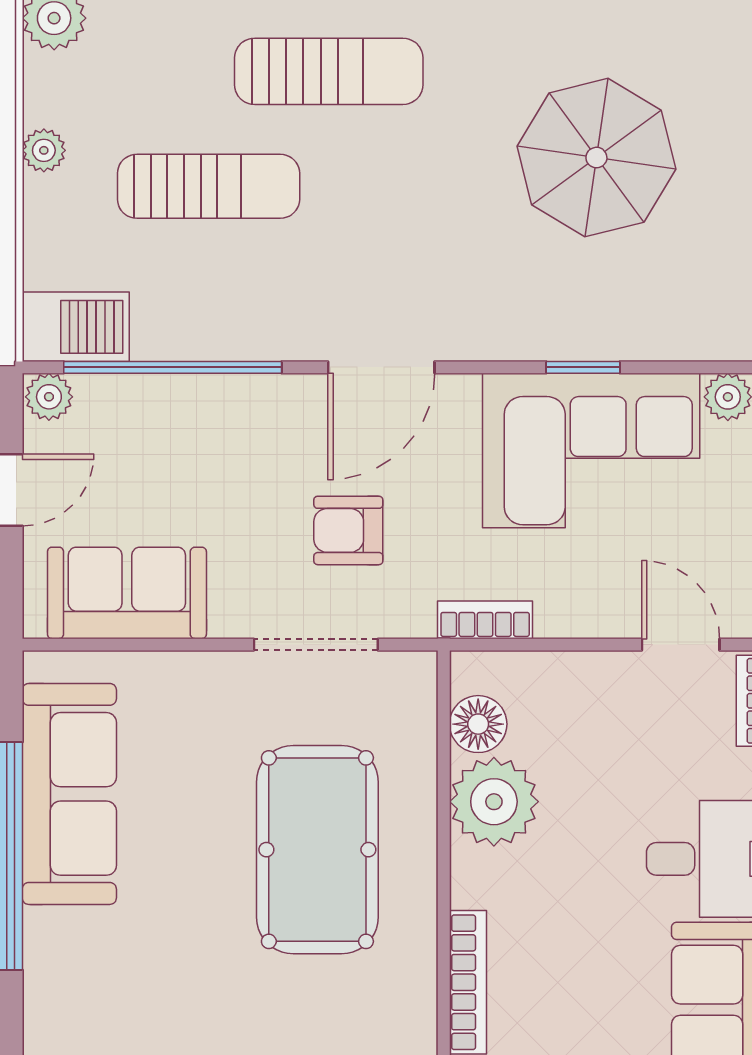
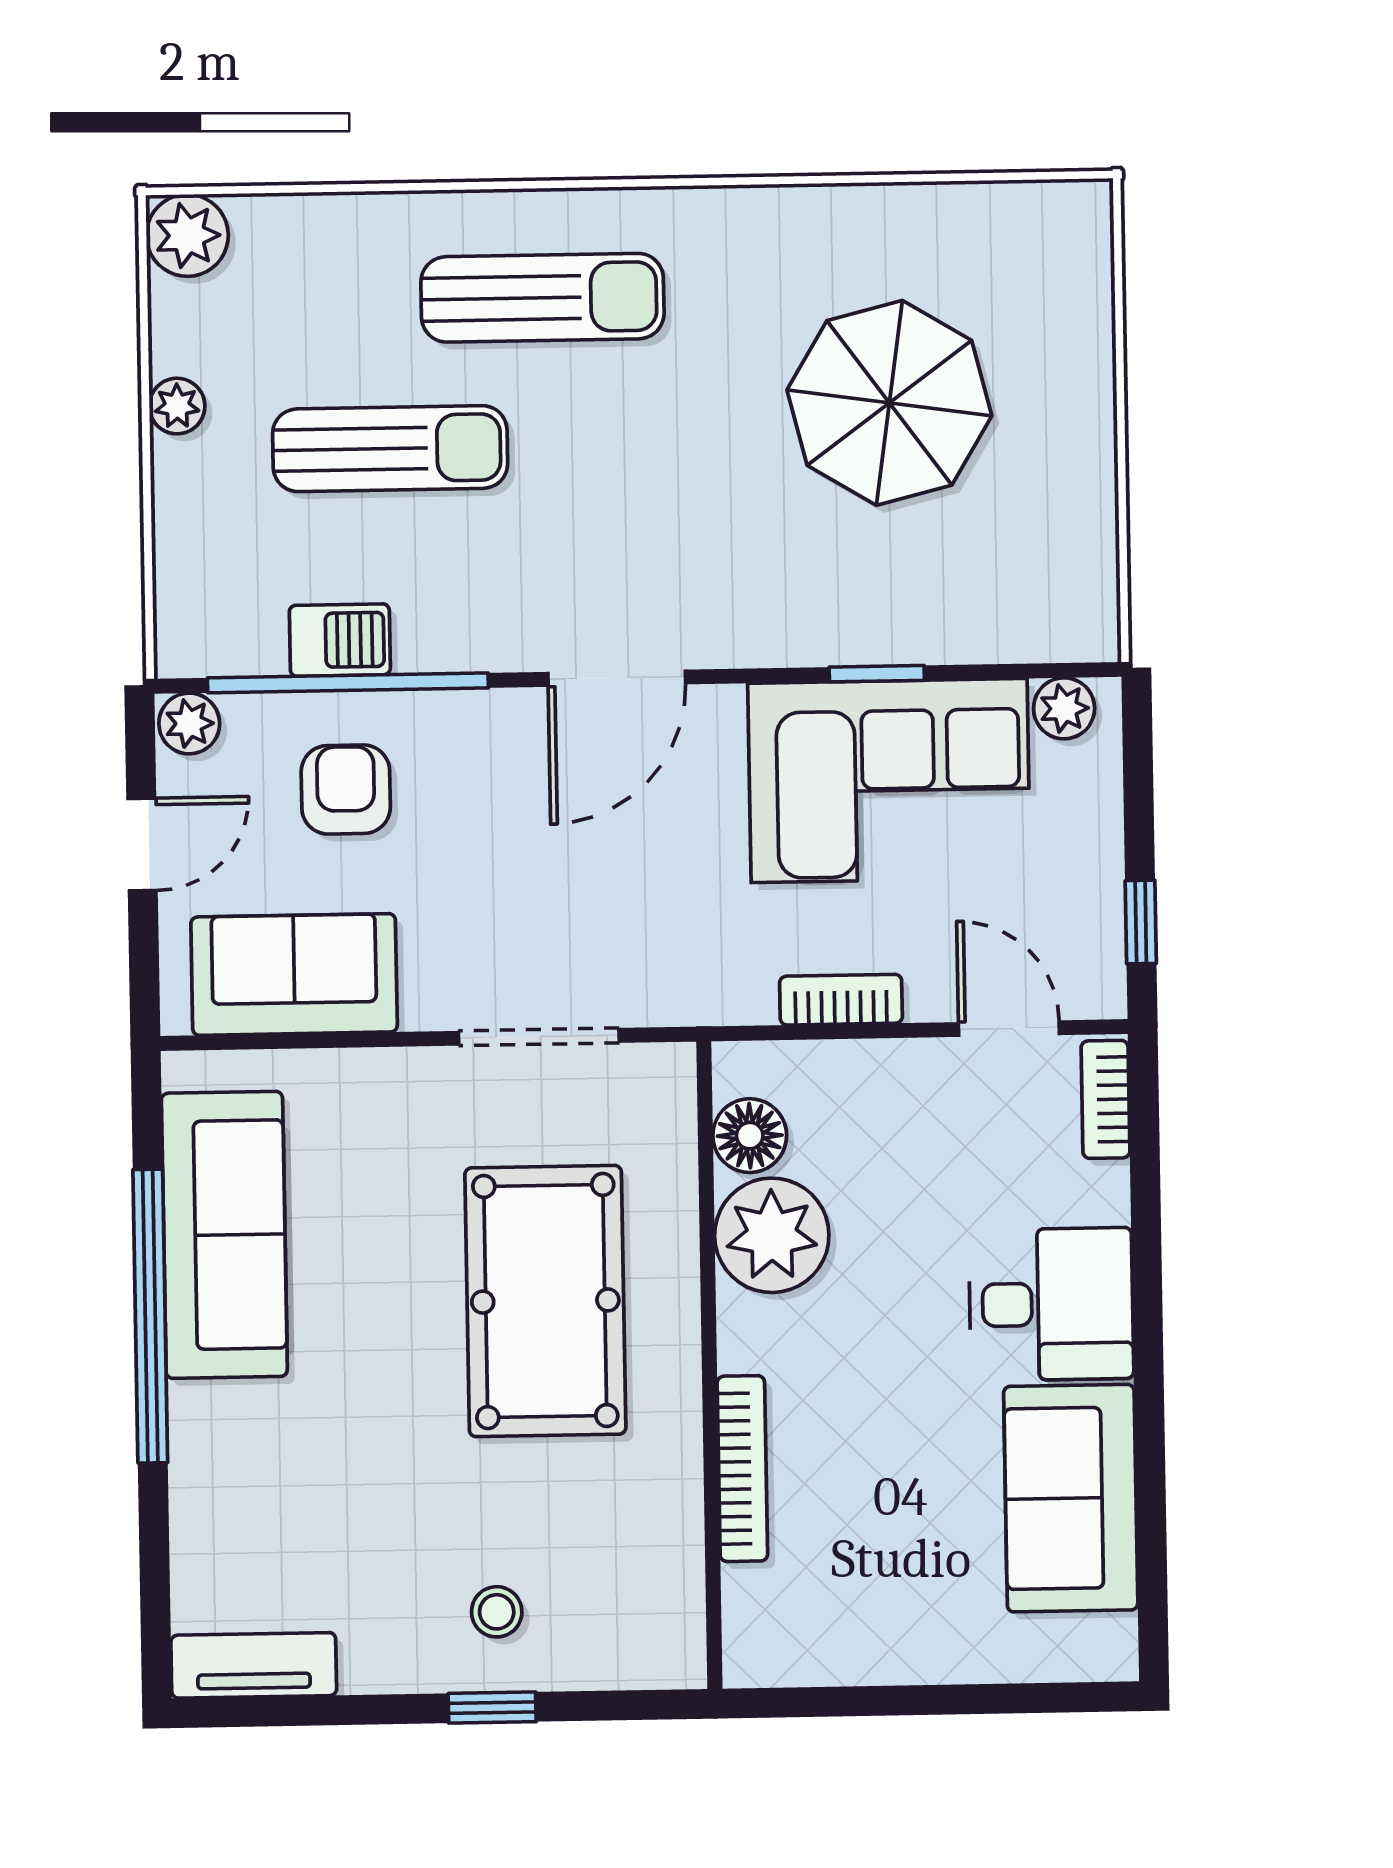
barbecue: (76, 327) -> (340, 640), moved, width x0.73, depth x0.79
armchair: (348, 530) -> (346, 790), moved, turned 90
bookcase: (485, 620) -> (841, 1000), moved

